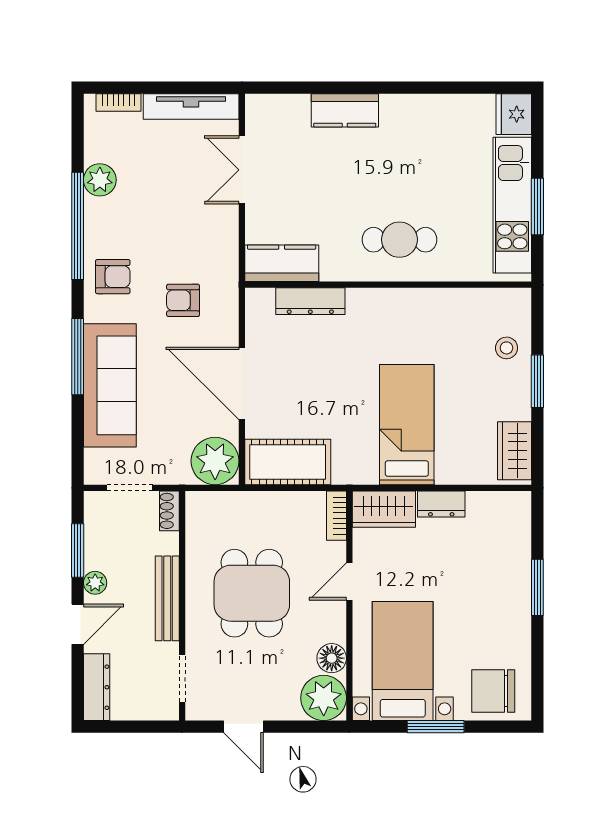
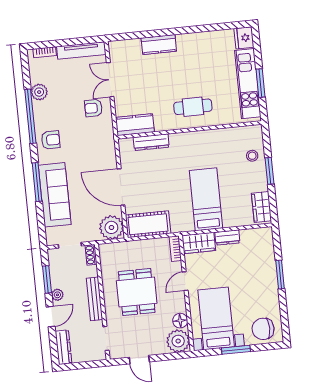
armchair: (183, 300) -> (93, 108), moved

